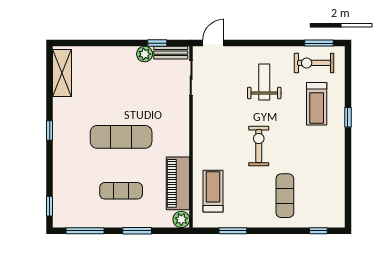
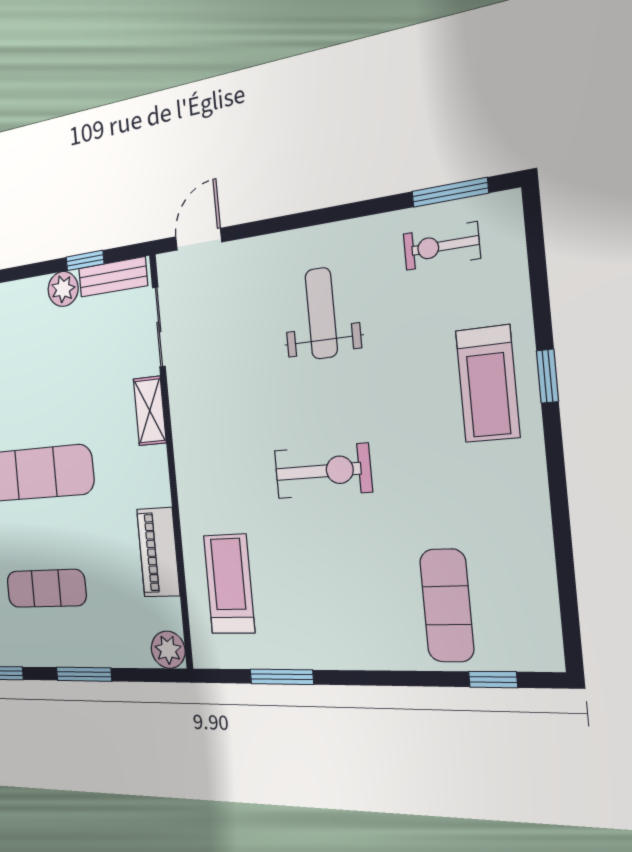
exercise bike: (314, 63) -> (441, 246), width x0.73, depth x0.72
treadmill: (317, 104) -> (488, 384), moved
shelving: (183, 114) -> (150, 411), added
exercise bike: (259, 146) -> (323, 471), turned 90
piano: (178, 183) -> (158, 552), width x0.73, depth x0.75
exercise mat: (285, 196) -> (447, 605), moved

